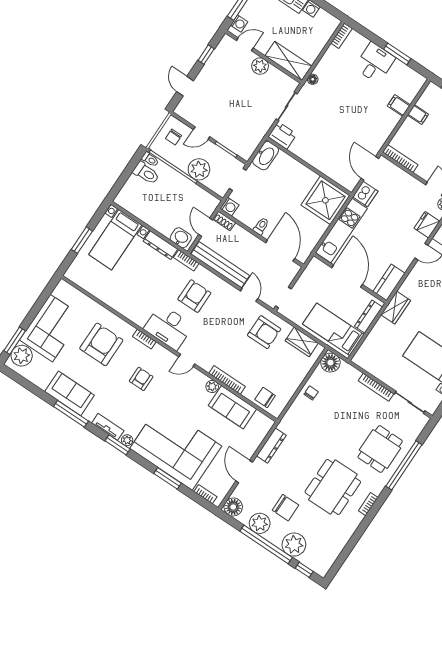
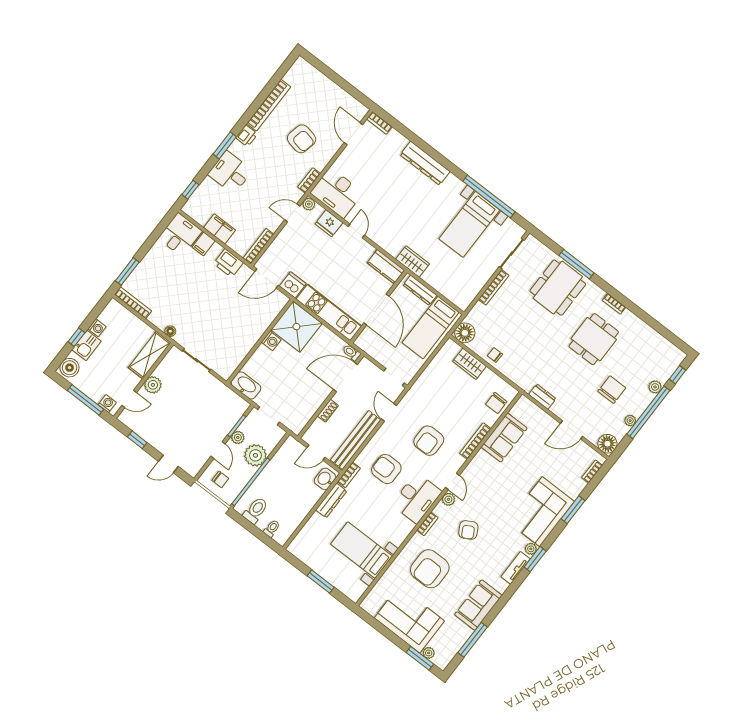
bookcase: (341, 36) -> (133, 303), width x1.56
door: (245, 44) -> (129, 399), swing flipped
window: (397, 54) -> (127, 271), moved
desk: (375, 63) -> (180, 235), moved, turned 90
filing cabinet: (418, 115) -> (220, 229), width x2.00
printer: (282, 135) -> (228, 263), moved, turned -90
plant: (215, 151) -> (238, 437), added
toilet: (150, 159) -> (272, 528), moved
washing machine: (229, 207) -> (271, 341), moved, turned 90
shoe rack: (224, 221) -> (328, 411), moved
toilet: (261, 226) -> (352, 353), moved
bed with nightstands: (115, 240) -> (362, 550), moved, turned 180
door: (347, 276) -> (376, 309), swing flipped
door: (249, 295) -> (389, 412), hinge flipped
armchair: (264, 332) -> (429, 441), moved, turned 180
wardrobe: (302, 342) -> (470, 364), moved, turned 90
armchair: (101, 344) -> (430, 569), turned -90
plant: (22, 356) -> (429, 653), width x0.53, depth x0.53
armchair: (141, 379) -> (468, 530), turned -119
plant: (212, 387) -> (448, 499), moved
window: (71, 414) -> (473, 640), moved
dresser: (271, 446) -> (542, 397), width x0.70
corner sofa: (176, 447) -> (541, 512), width x0.73, depth x0.74
dining table: (380, 449) -> (558, 288), width x1.38
window: (404, 465) -> (576, 264), width x0.68
dining table: (333, 487) -> (594, 339), width x0.73
plant: (260, 523) -> (630, 421), width x0.53, depth x0.53
plant: (294, 545) -> (655, 387), width x0.53, depth x0.53

